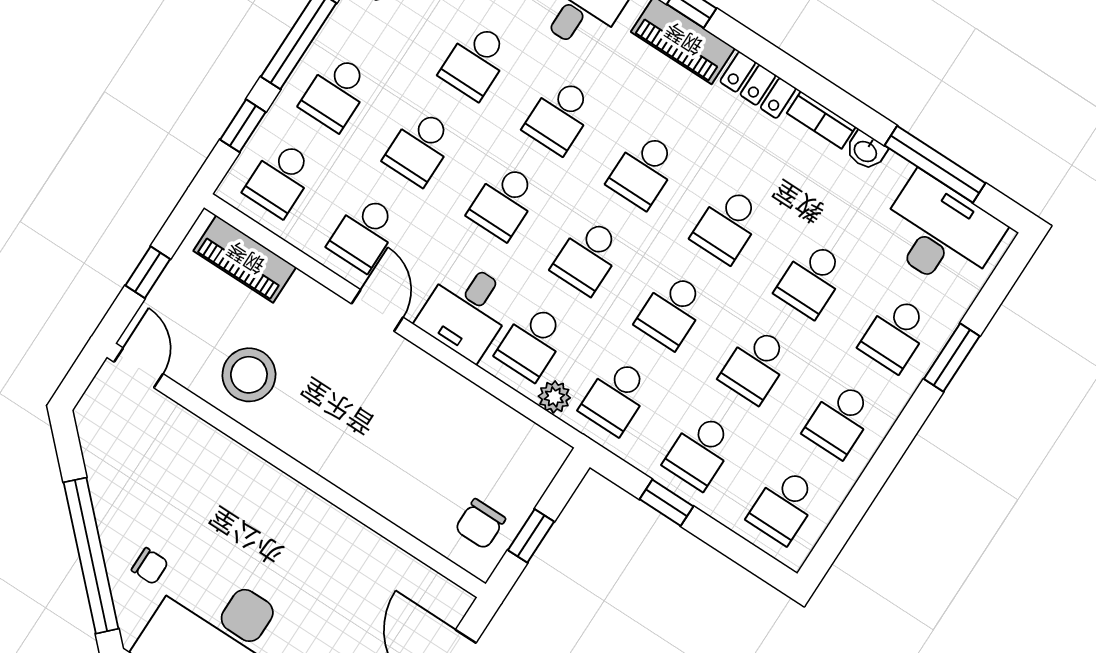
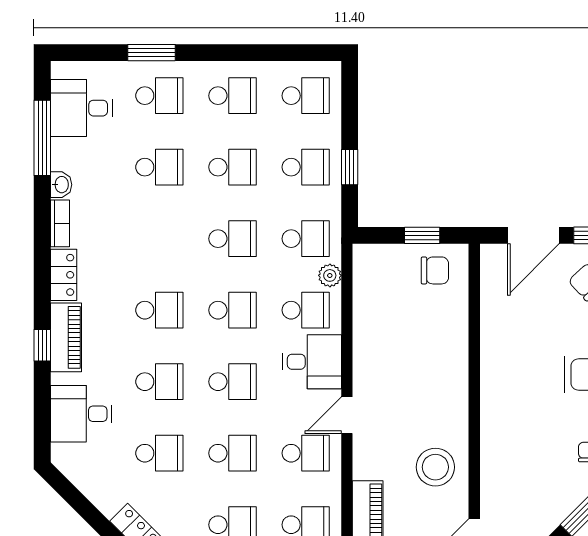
school desk: (727, 225) -> (159, 239), removed
desk: (940, 233) -> (81, 108), width x0.73

